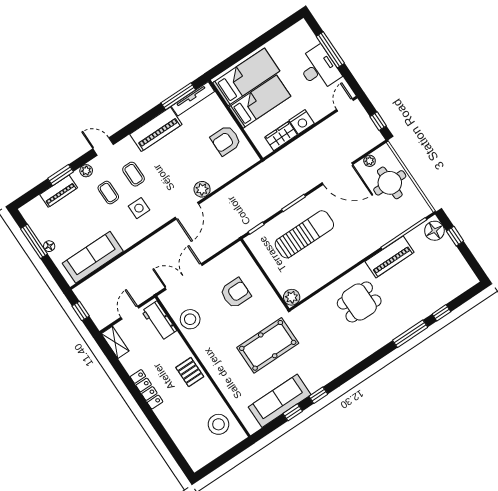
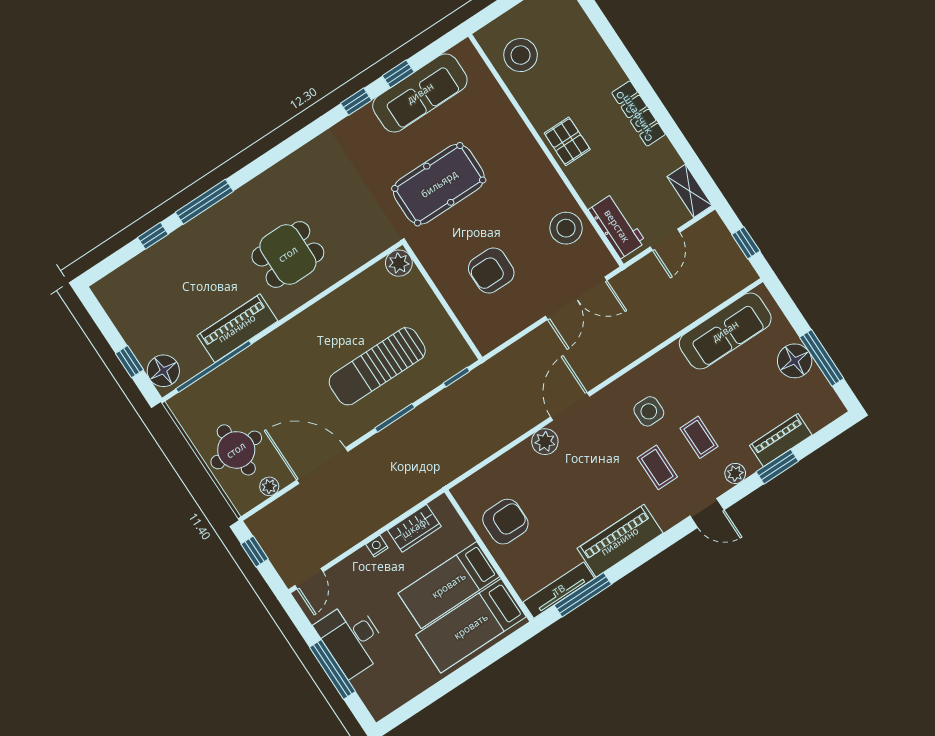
nightstand: (302, 122) -> (377, 546), width x0.53, depth x0.56
floor lamp: (49, 246) -> (795, 361), width x1.89, depth x1.89

